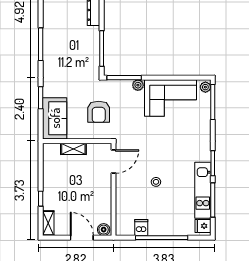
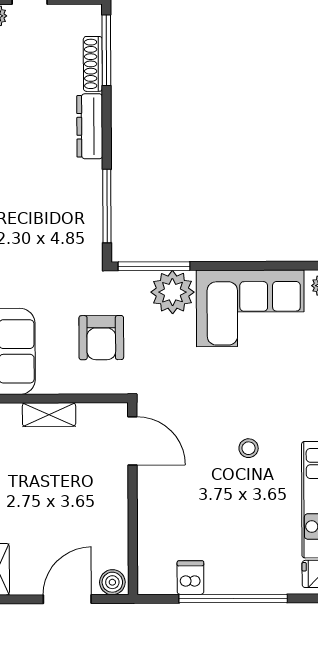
plant: (138, 85) -> (172, 292), width x1.87, depth x1.87
door: (114, 162) -> (132, 441), hinge flipped
stool: (156, 182) -> (249, 448), moved
door: (82, 238) -> (67, 599), hinge flipped

